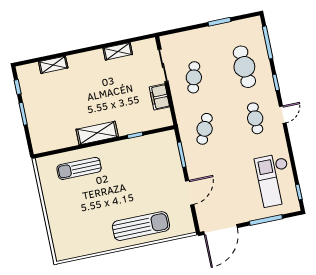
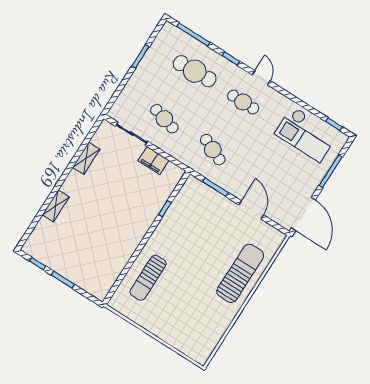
shelving: (53, 65) -> (56, 206), moved
shelving: (97, 133) -> (134, 237), removed

